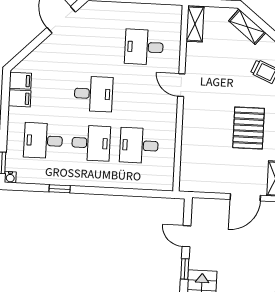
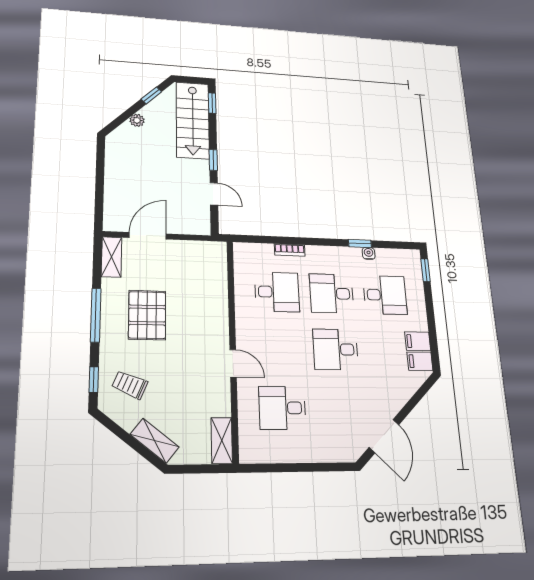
desk: (144, 47) -> (282, 408), turned 180
water cooler: (10, 177) -> (369, 253), moved
bookcase: (124, 183) -> (290, 250), added

